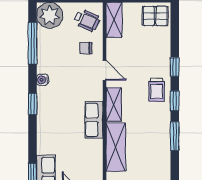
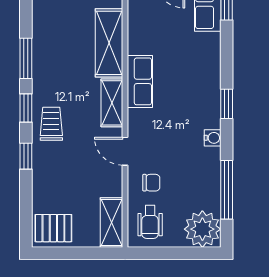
wheelchair: (87, 20) -> (150, 222), turned -114

